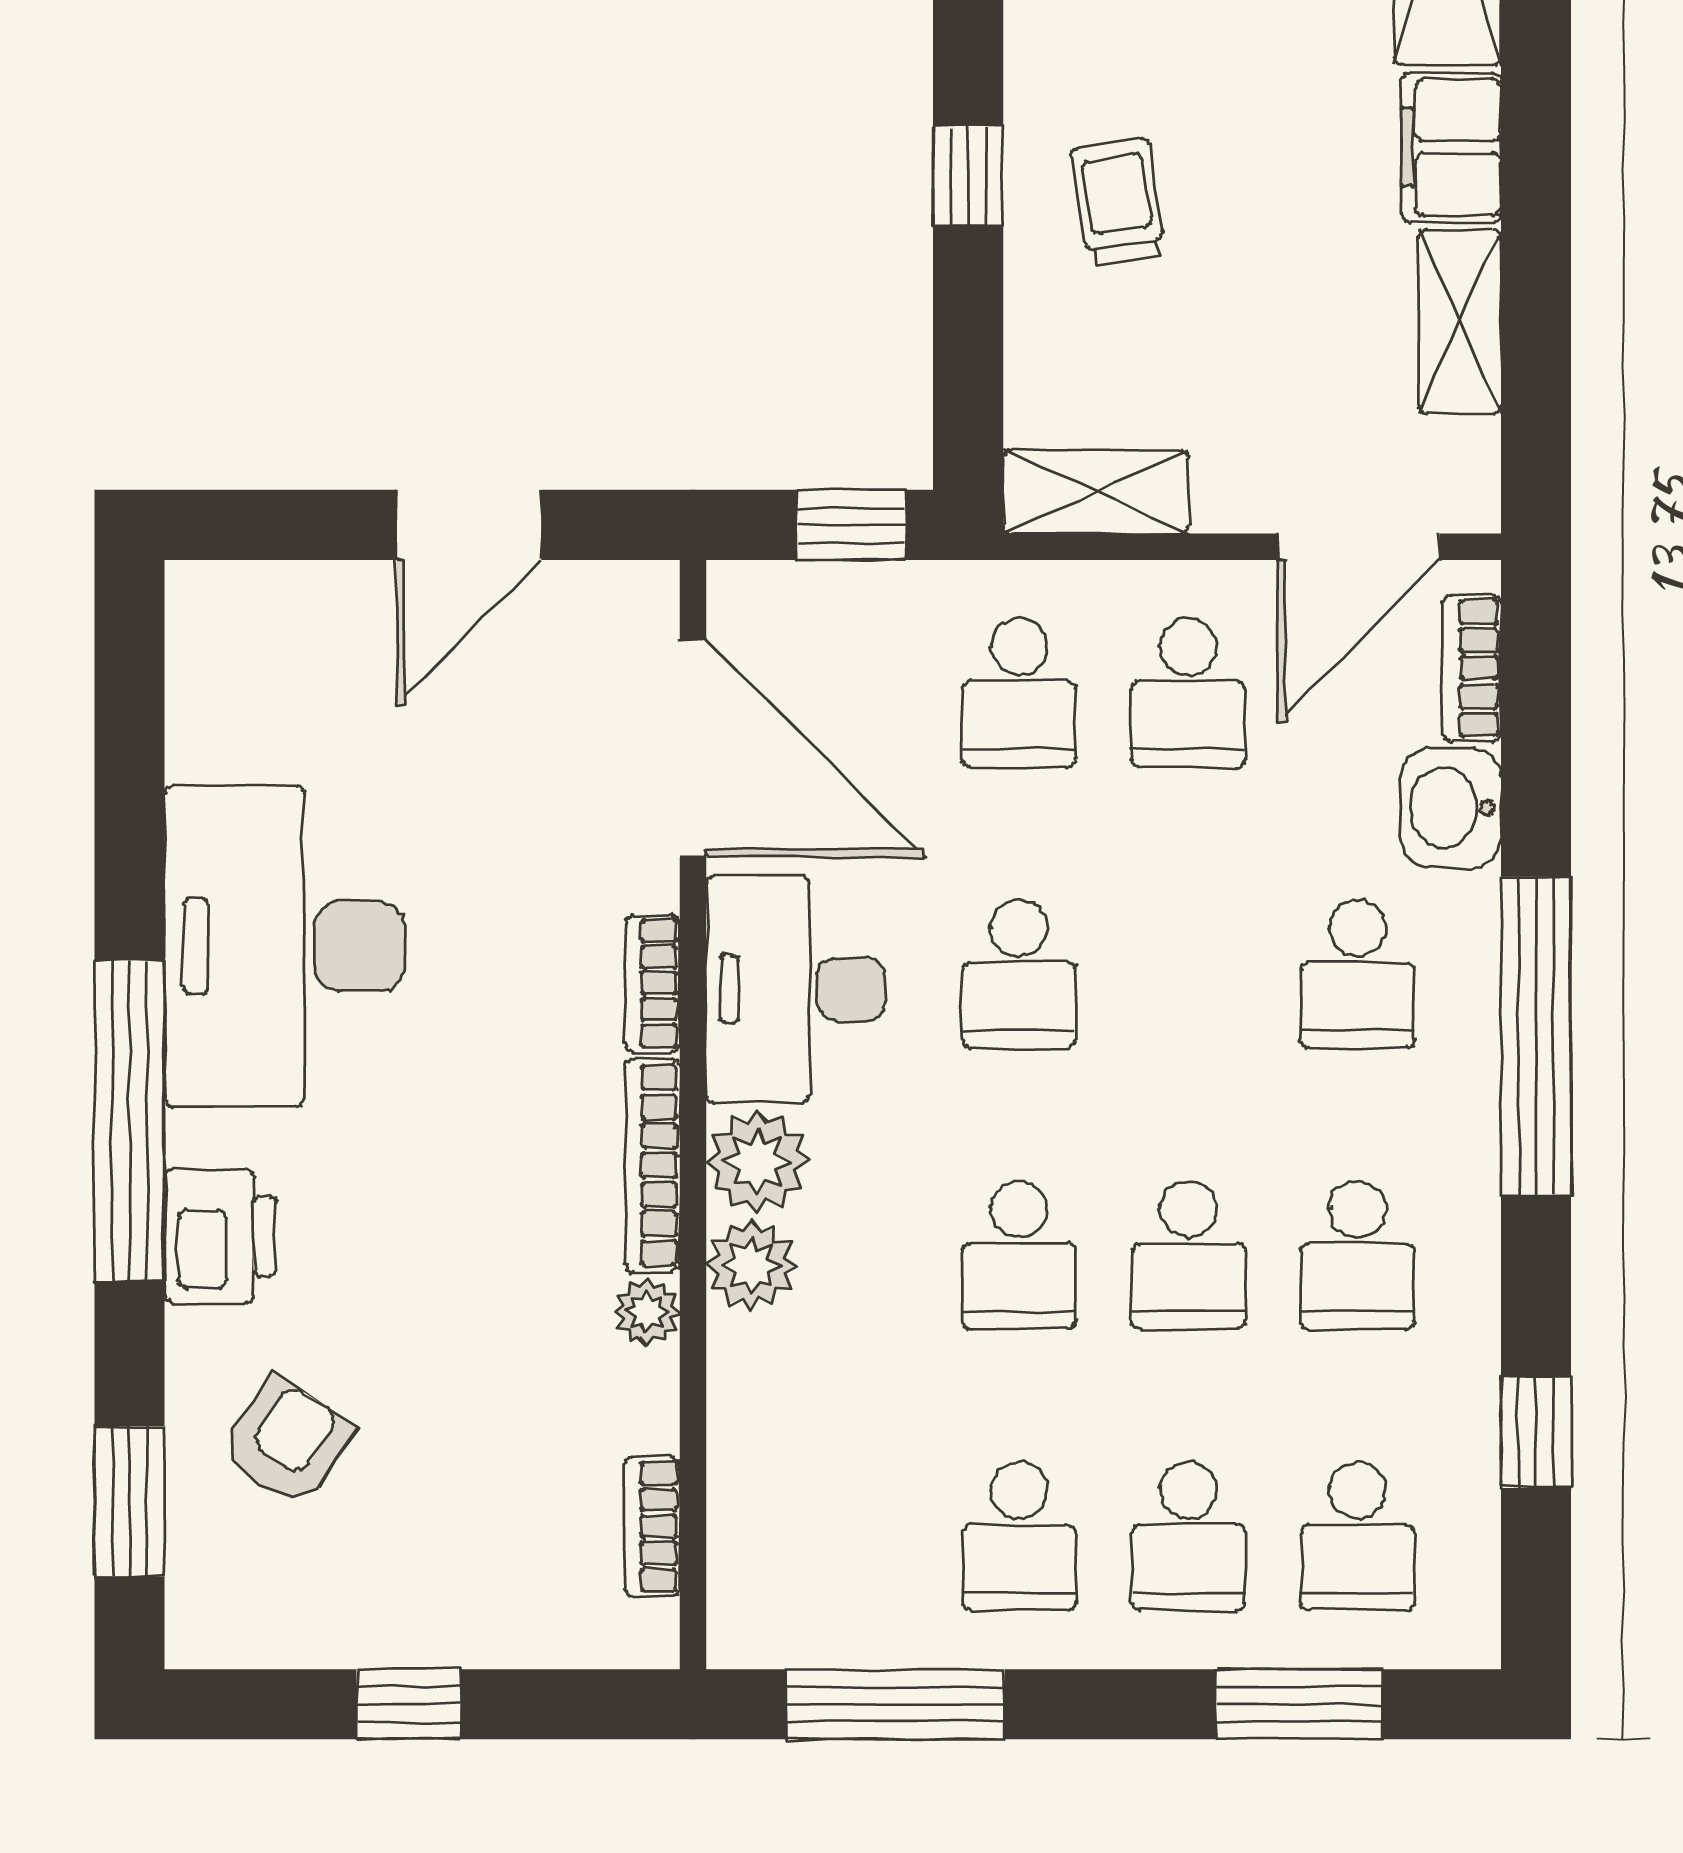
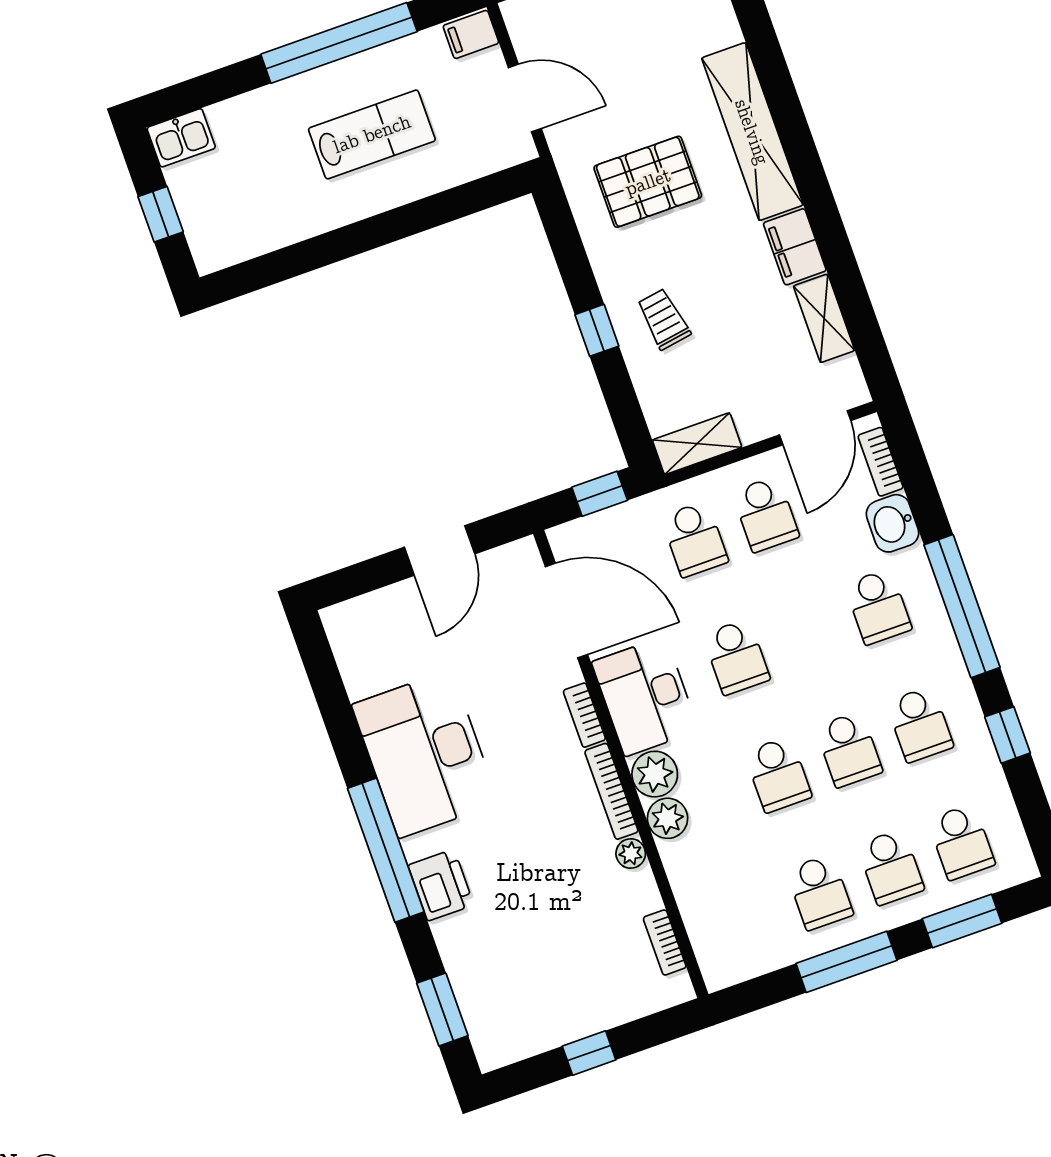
window: (1536, 1432) -> (1008, 735), moved
armchair: (287, 1442) -> (499, 961), removed
window: (896, 1704) -> (846, 962), moved

